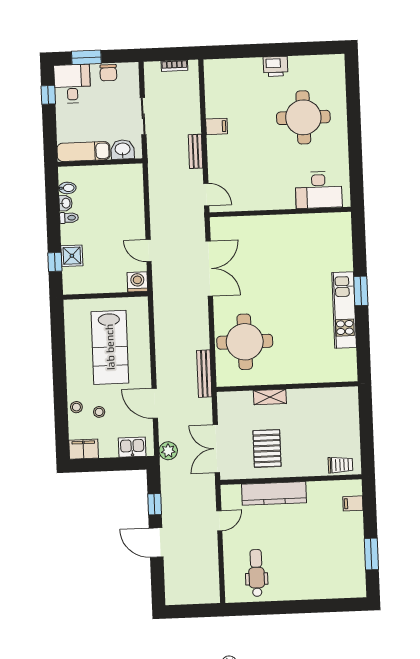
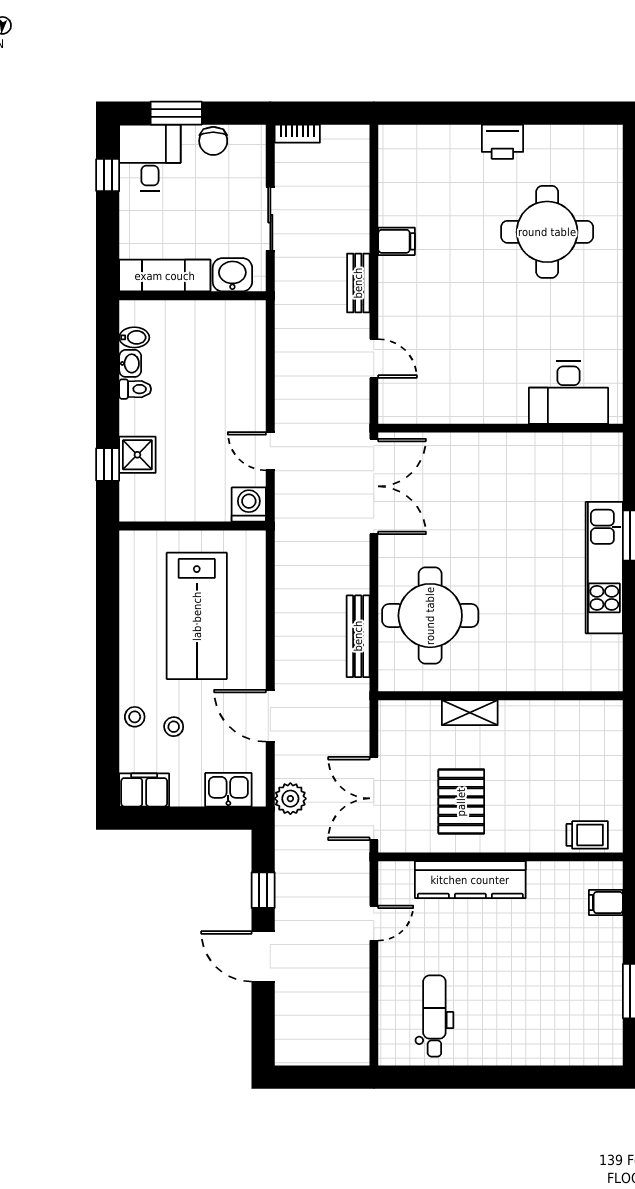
bookcase: (174, 66) -> (297, 134), moved
desk: (319, 190) -> (568, 393), moved
wall: (280, 212) -> (501, 428), moved
bench: (204, 374) -> (358, 636), moved

